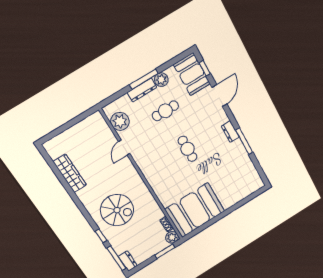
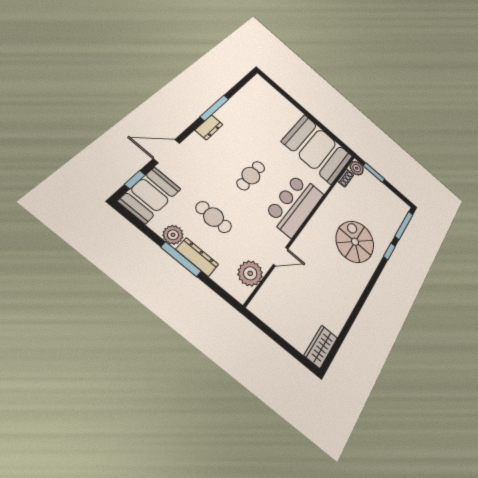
wardrobe: (70, 173) -> (321, 347), moved, width x0.67
bar counter: (158, 174) -> (295, 204), added
dresser: (128, 261) -> (401, 212), removed

